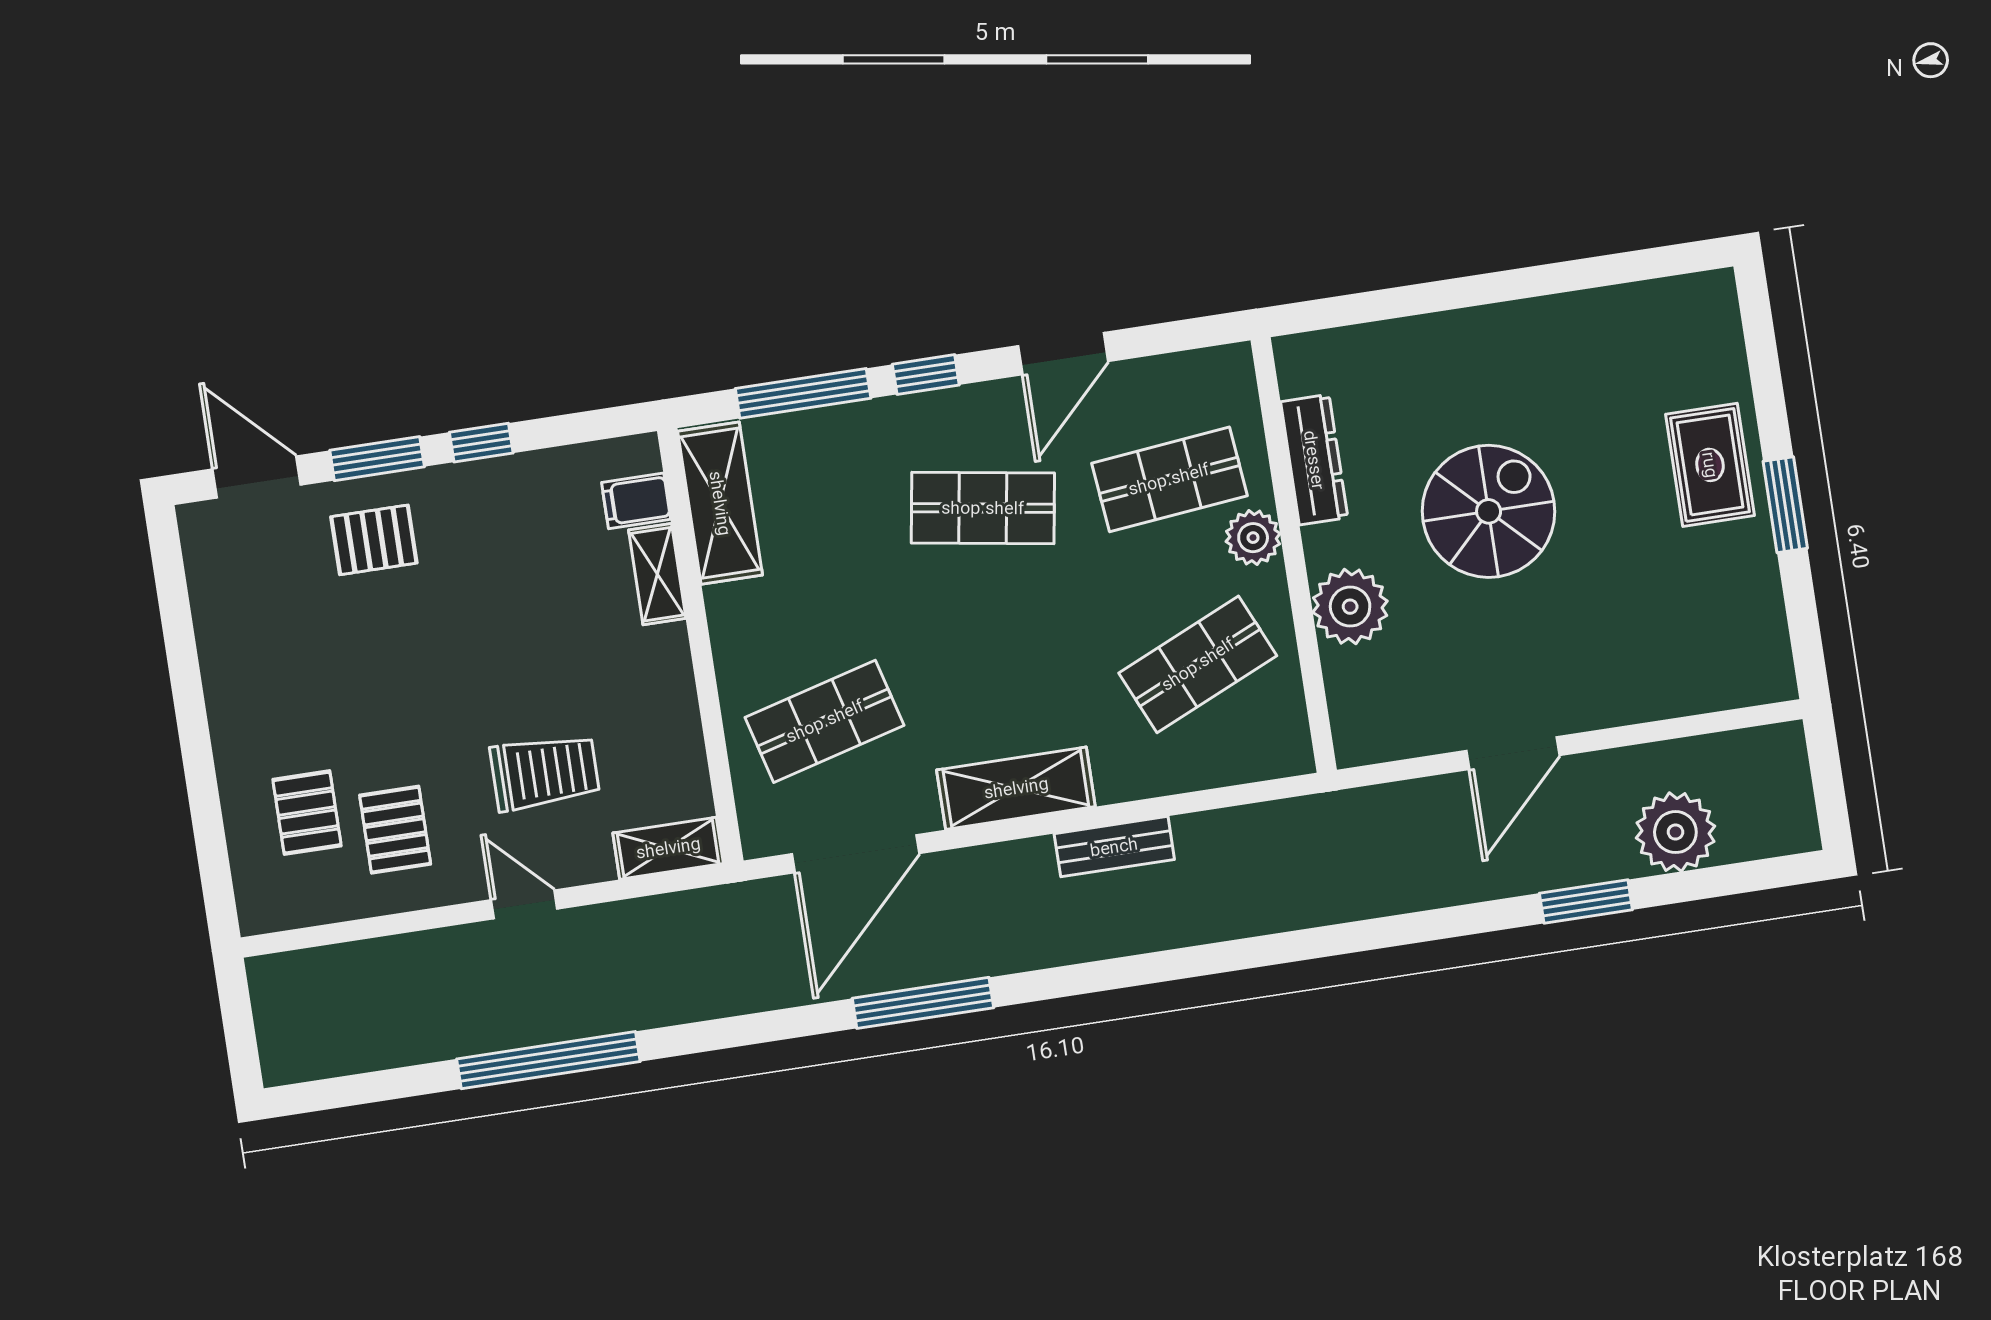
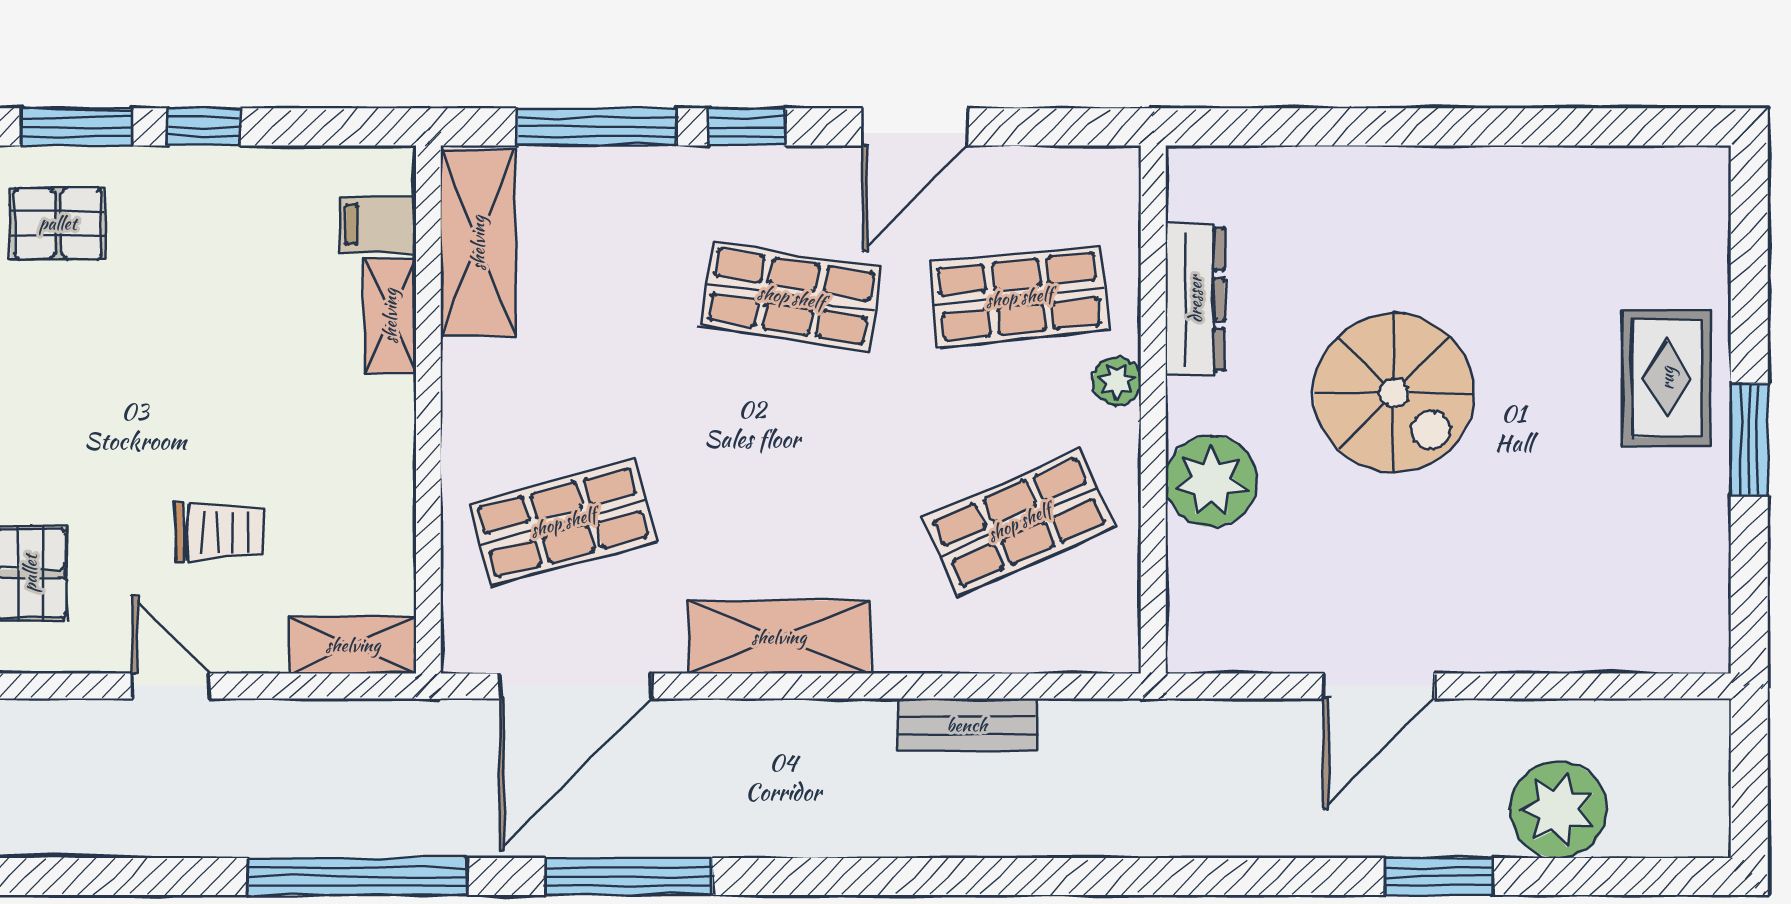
spiral stairs: (1489, 511) -> (1394, 393), turned 90
plant: (1253, 538) -> (1117, 381), width x0.73, depth x0.73
trolley: (545, 772) -> (220, 532), width x0.73, depth x0.72
bench: (1114, 847) -> (967, 725), moved
window: (548, 1060) -> (357, 876), moved

